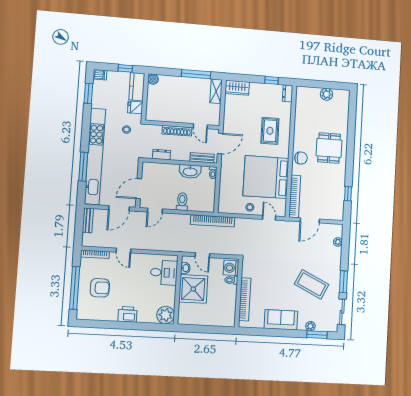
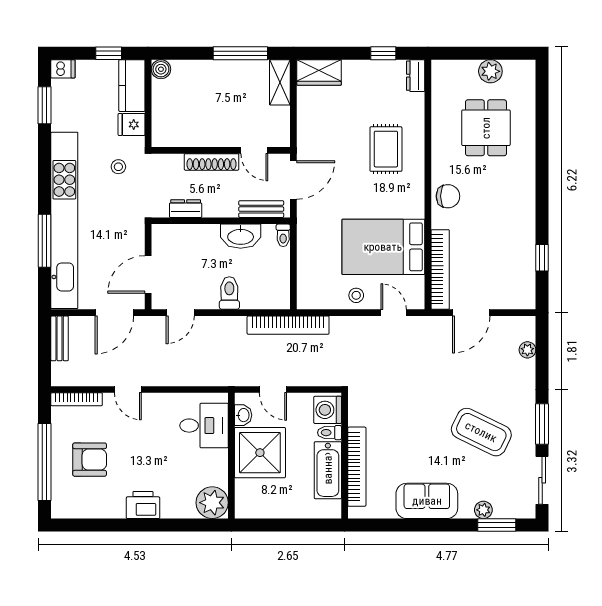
dining table: (329, 148) -> (486, 128), moved
bed: (266, 177) -> (383, 247), width x0.73
bathtub: (229, 300) -> (328, 470), added

